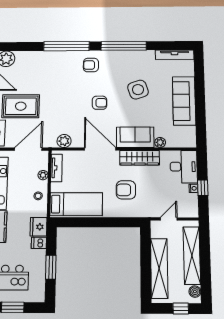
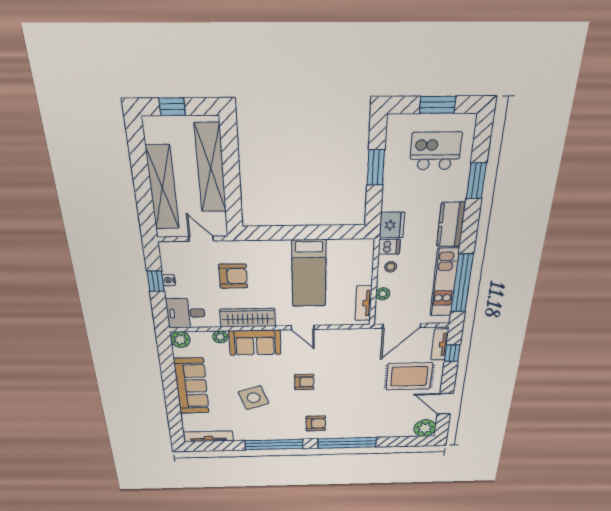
armchair: (99, 103) -> (304, 382), turned 180
plant: (64, 141) -> (180, 340), moved
door: (100, 149) -> (303, 328), width x0.53
desk: (184, 167) -> (186, 313), width x0.73
armchair: (126, 190) -> (233, 276), moved
bed: (76, 204) -> (309, 274), moved, turned -90
door: (169, 219) -> (201, 239), swing flipped
dishwasher: (39, 243) -> (389, 247), moved
boiler: (195, 292) -> (152, 134), removed

